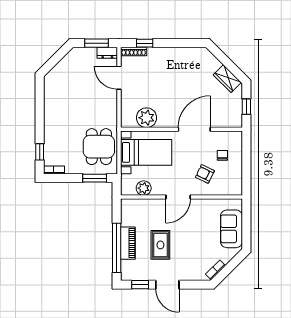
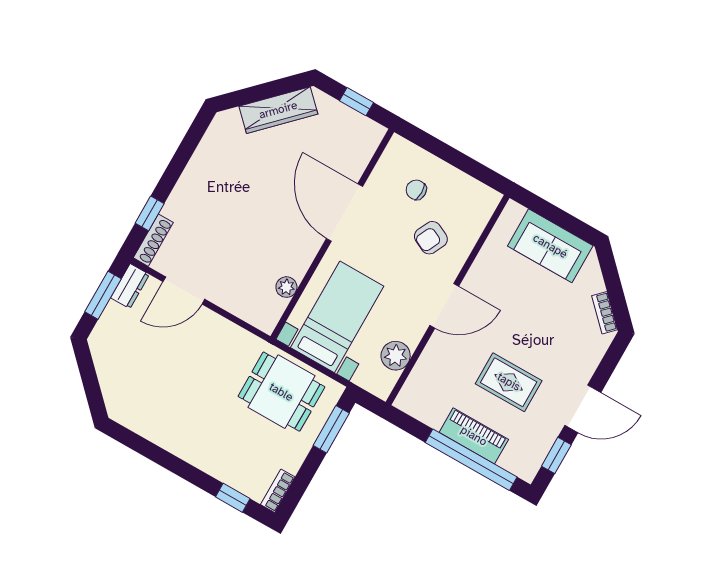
wardrobe: (227, 79) -> (278, 110), width x1.50
plant: (146, 118) -> (286, 287), width x0.53, depth x0.53
door: (178, 197) -> (444, 306), hinge flipped

